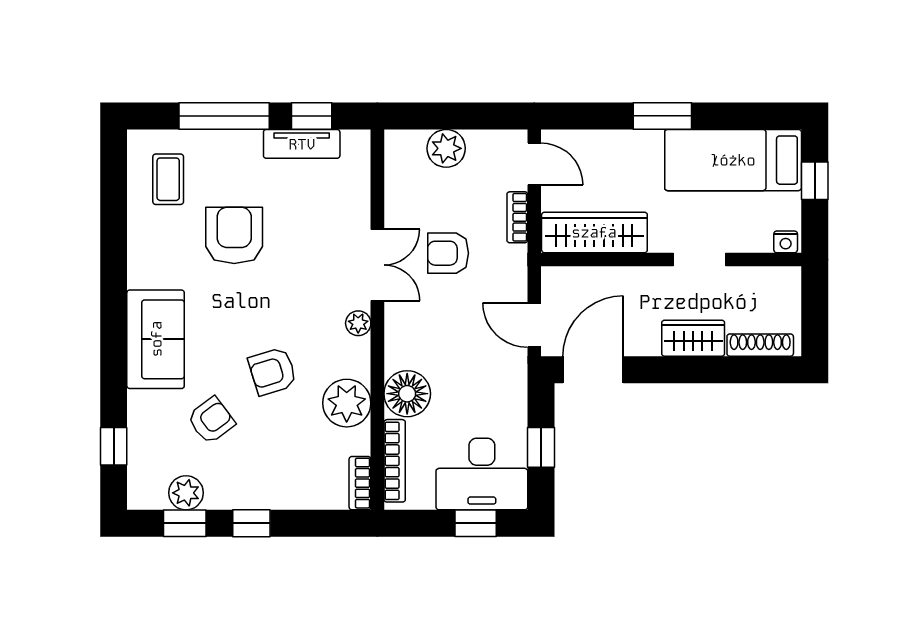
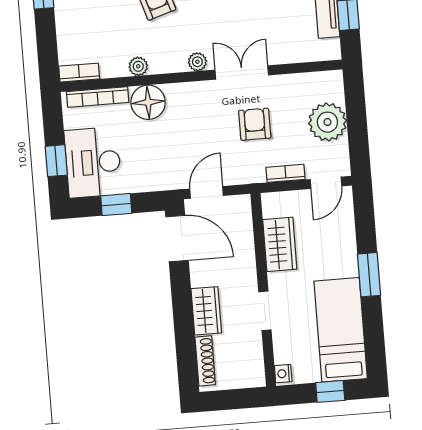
plant: (446, 148) -> (327, 122), width x1.36, depth x1.36
wardrobe: (594, 232) -> (280, 244), width x0.67
double door: (377, 265) -> (242, 72), swing flipped
plant: (347, 403) -> (138, 66), width x0.53, depth x0.53

